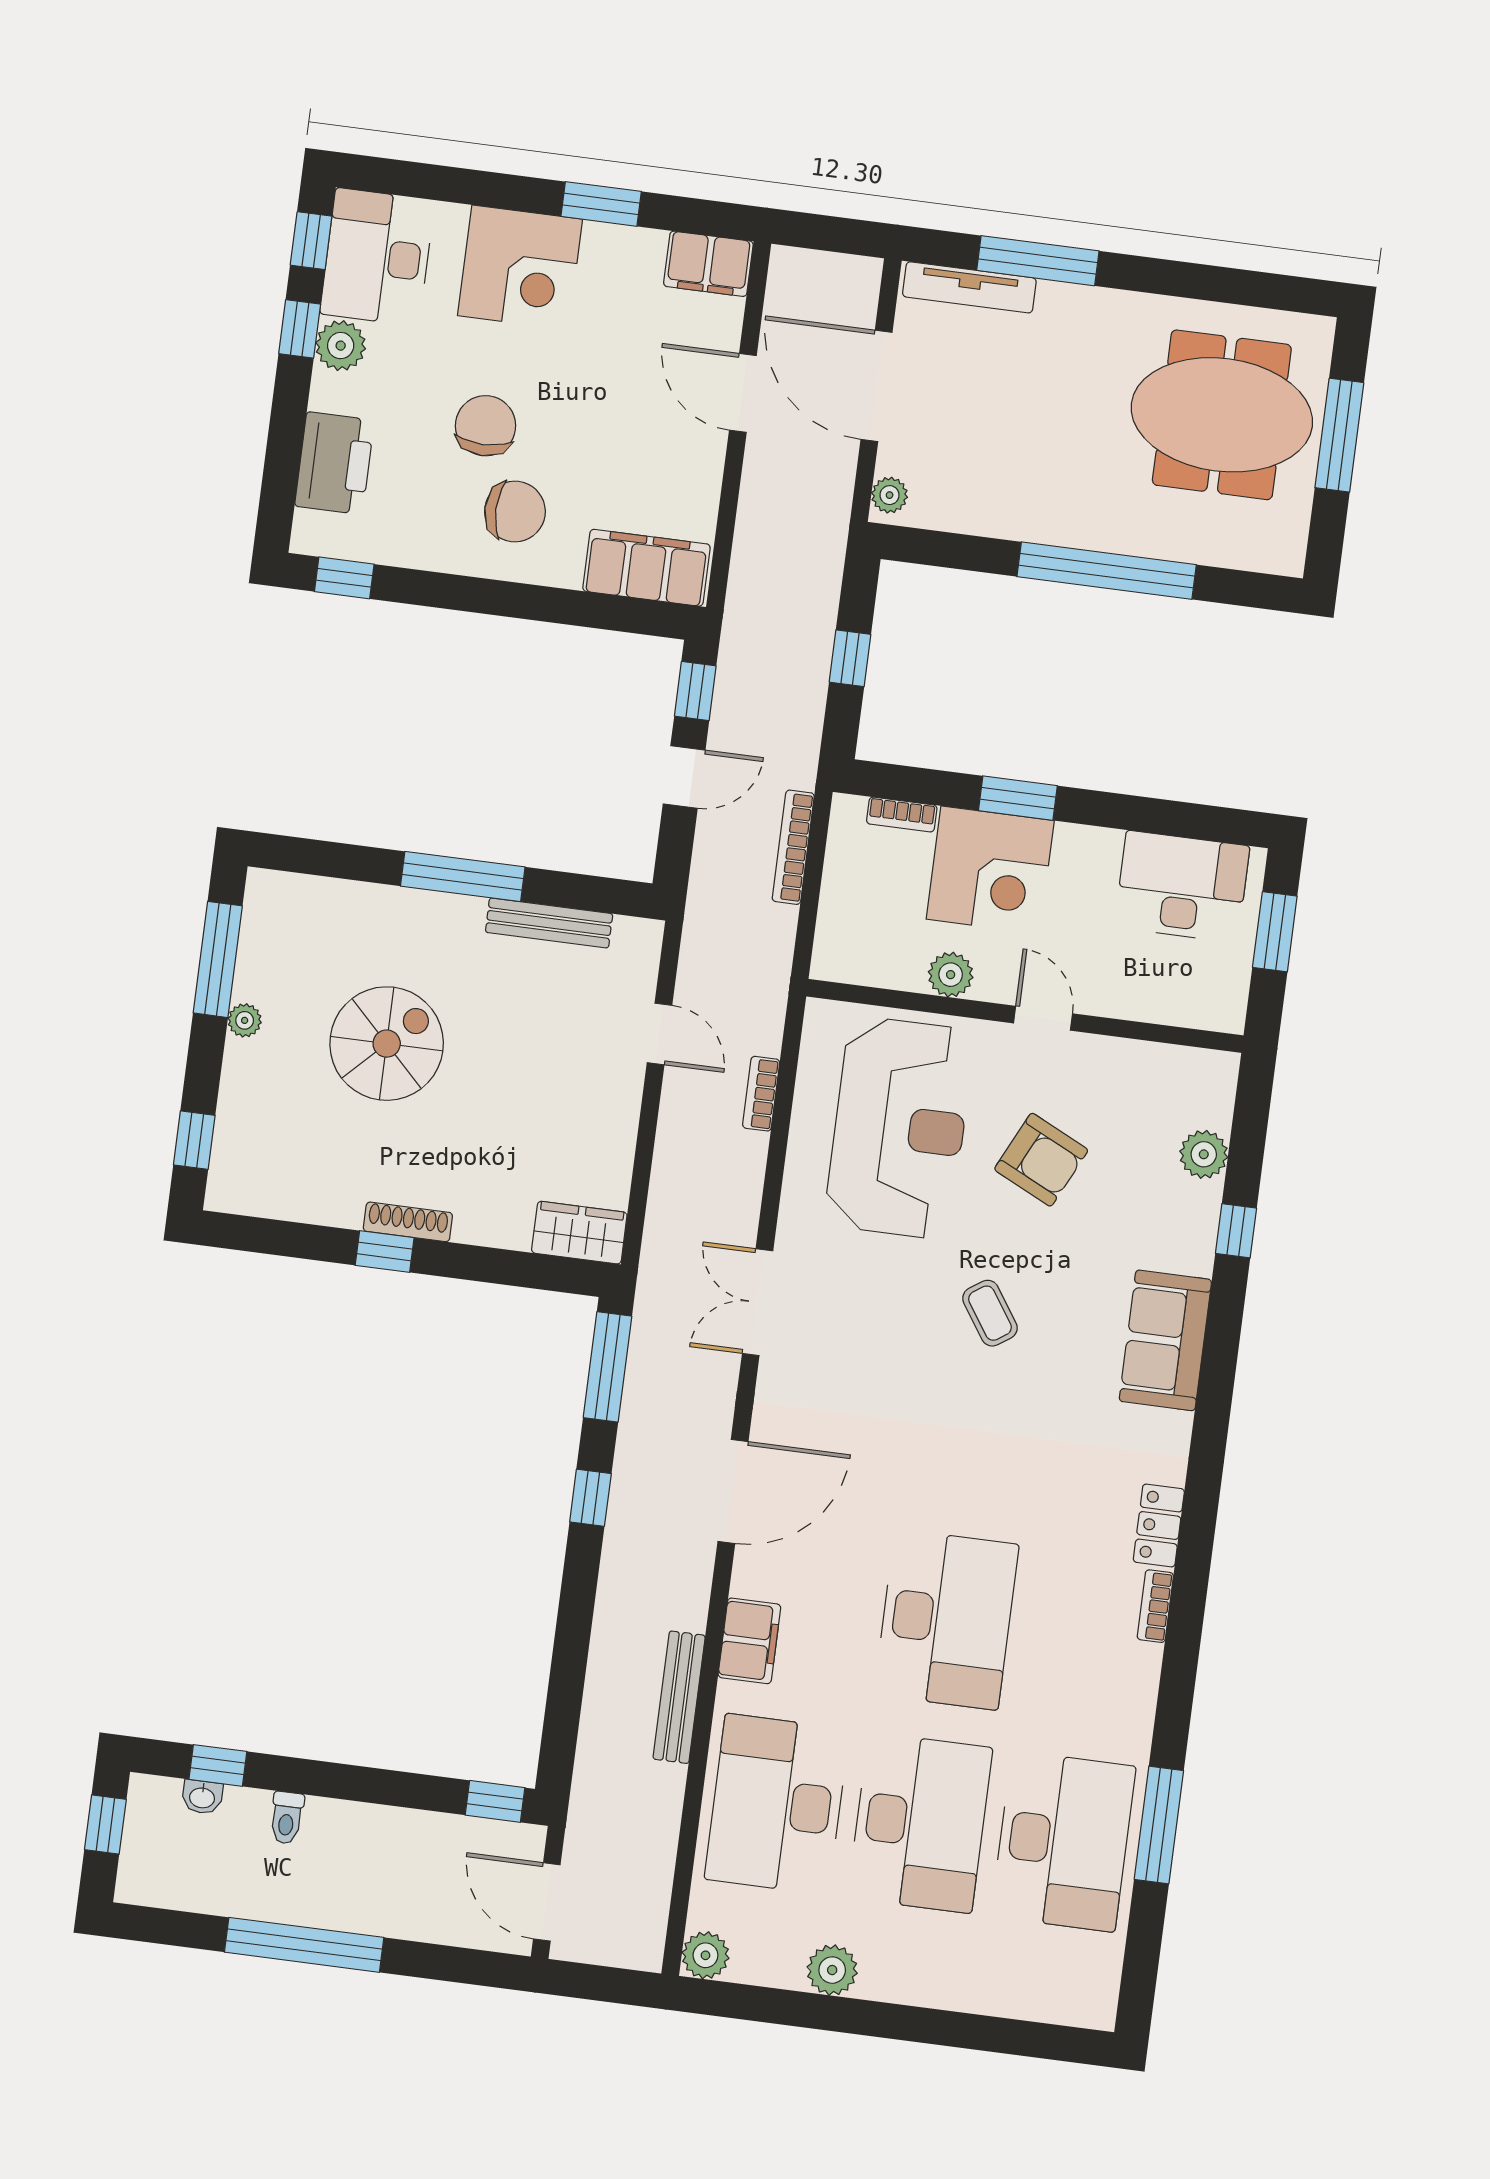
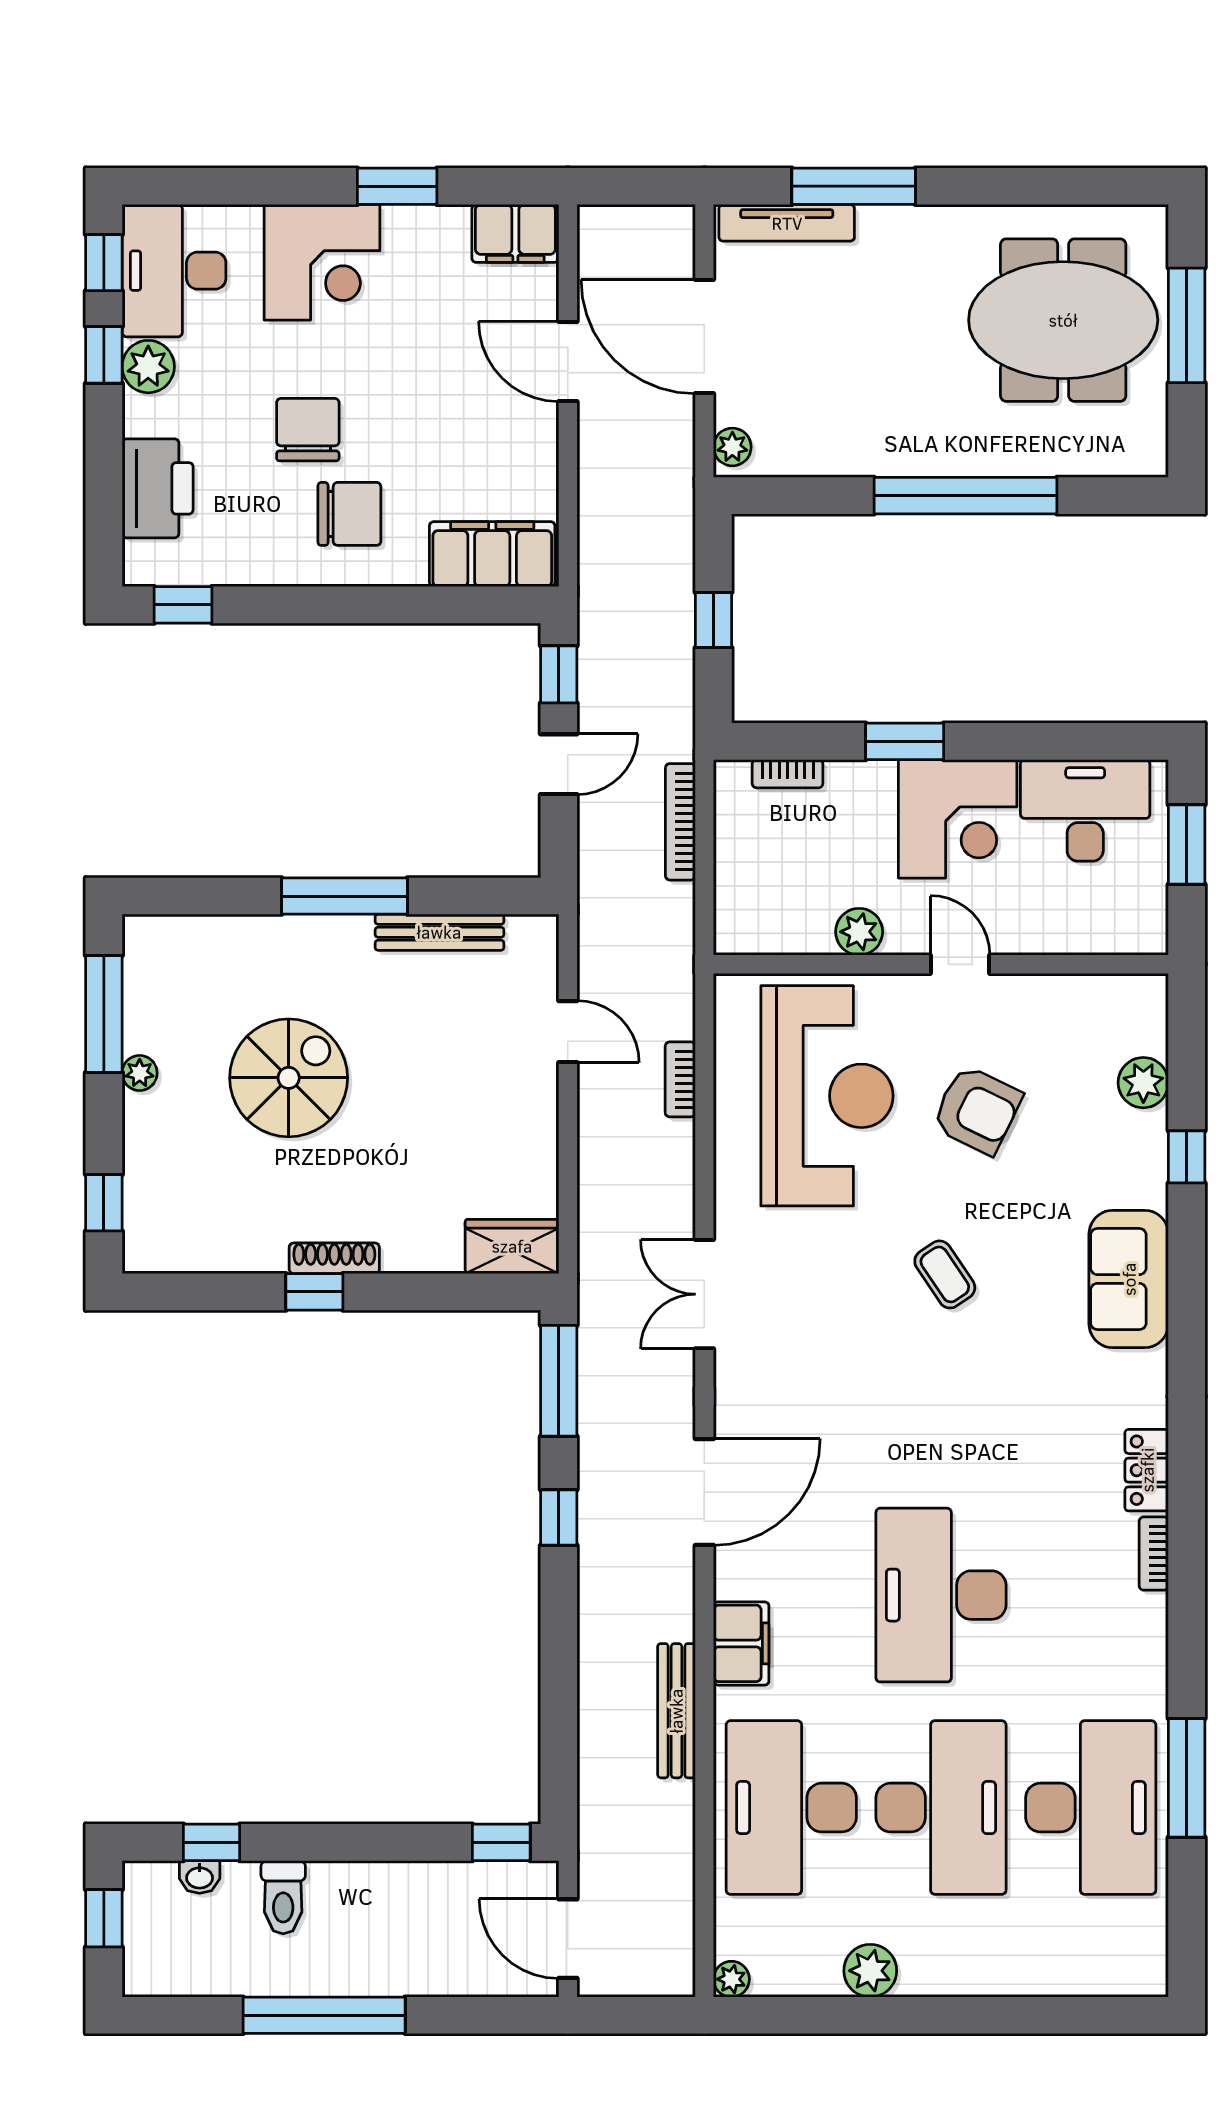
corner desk: (990, 870) -> (958, 819), moved
desk: (946, 1619) -> (941, 1595), turned 180
toilet: (287, 1818) -> (283, 1897), width x1.37, depth x1.39
plant: (705, 1955) -> (731, 1979), width x0.73, depth x0.73

